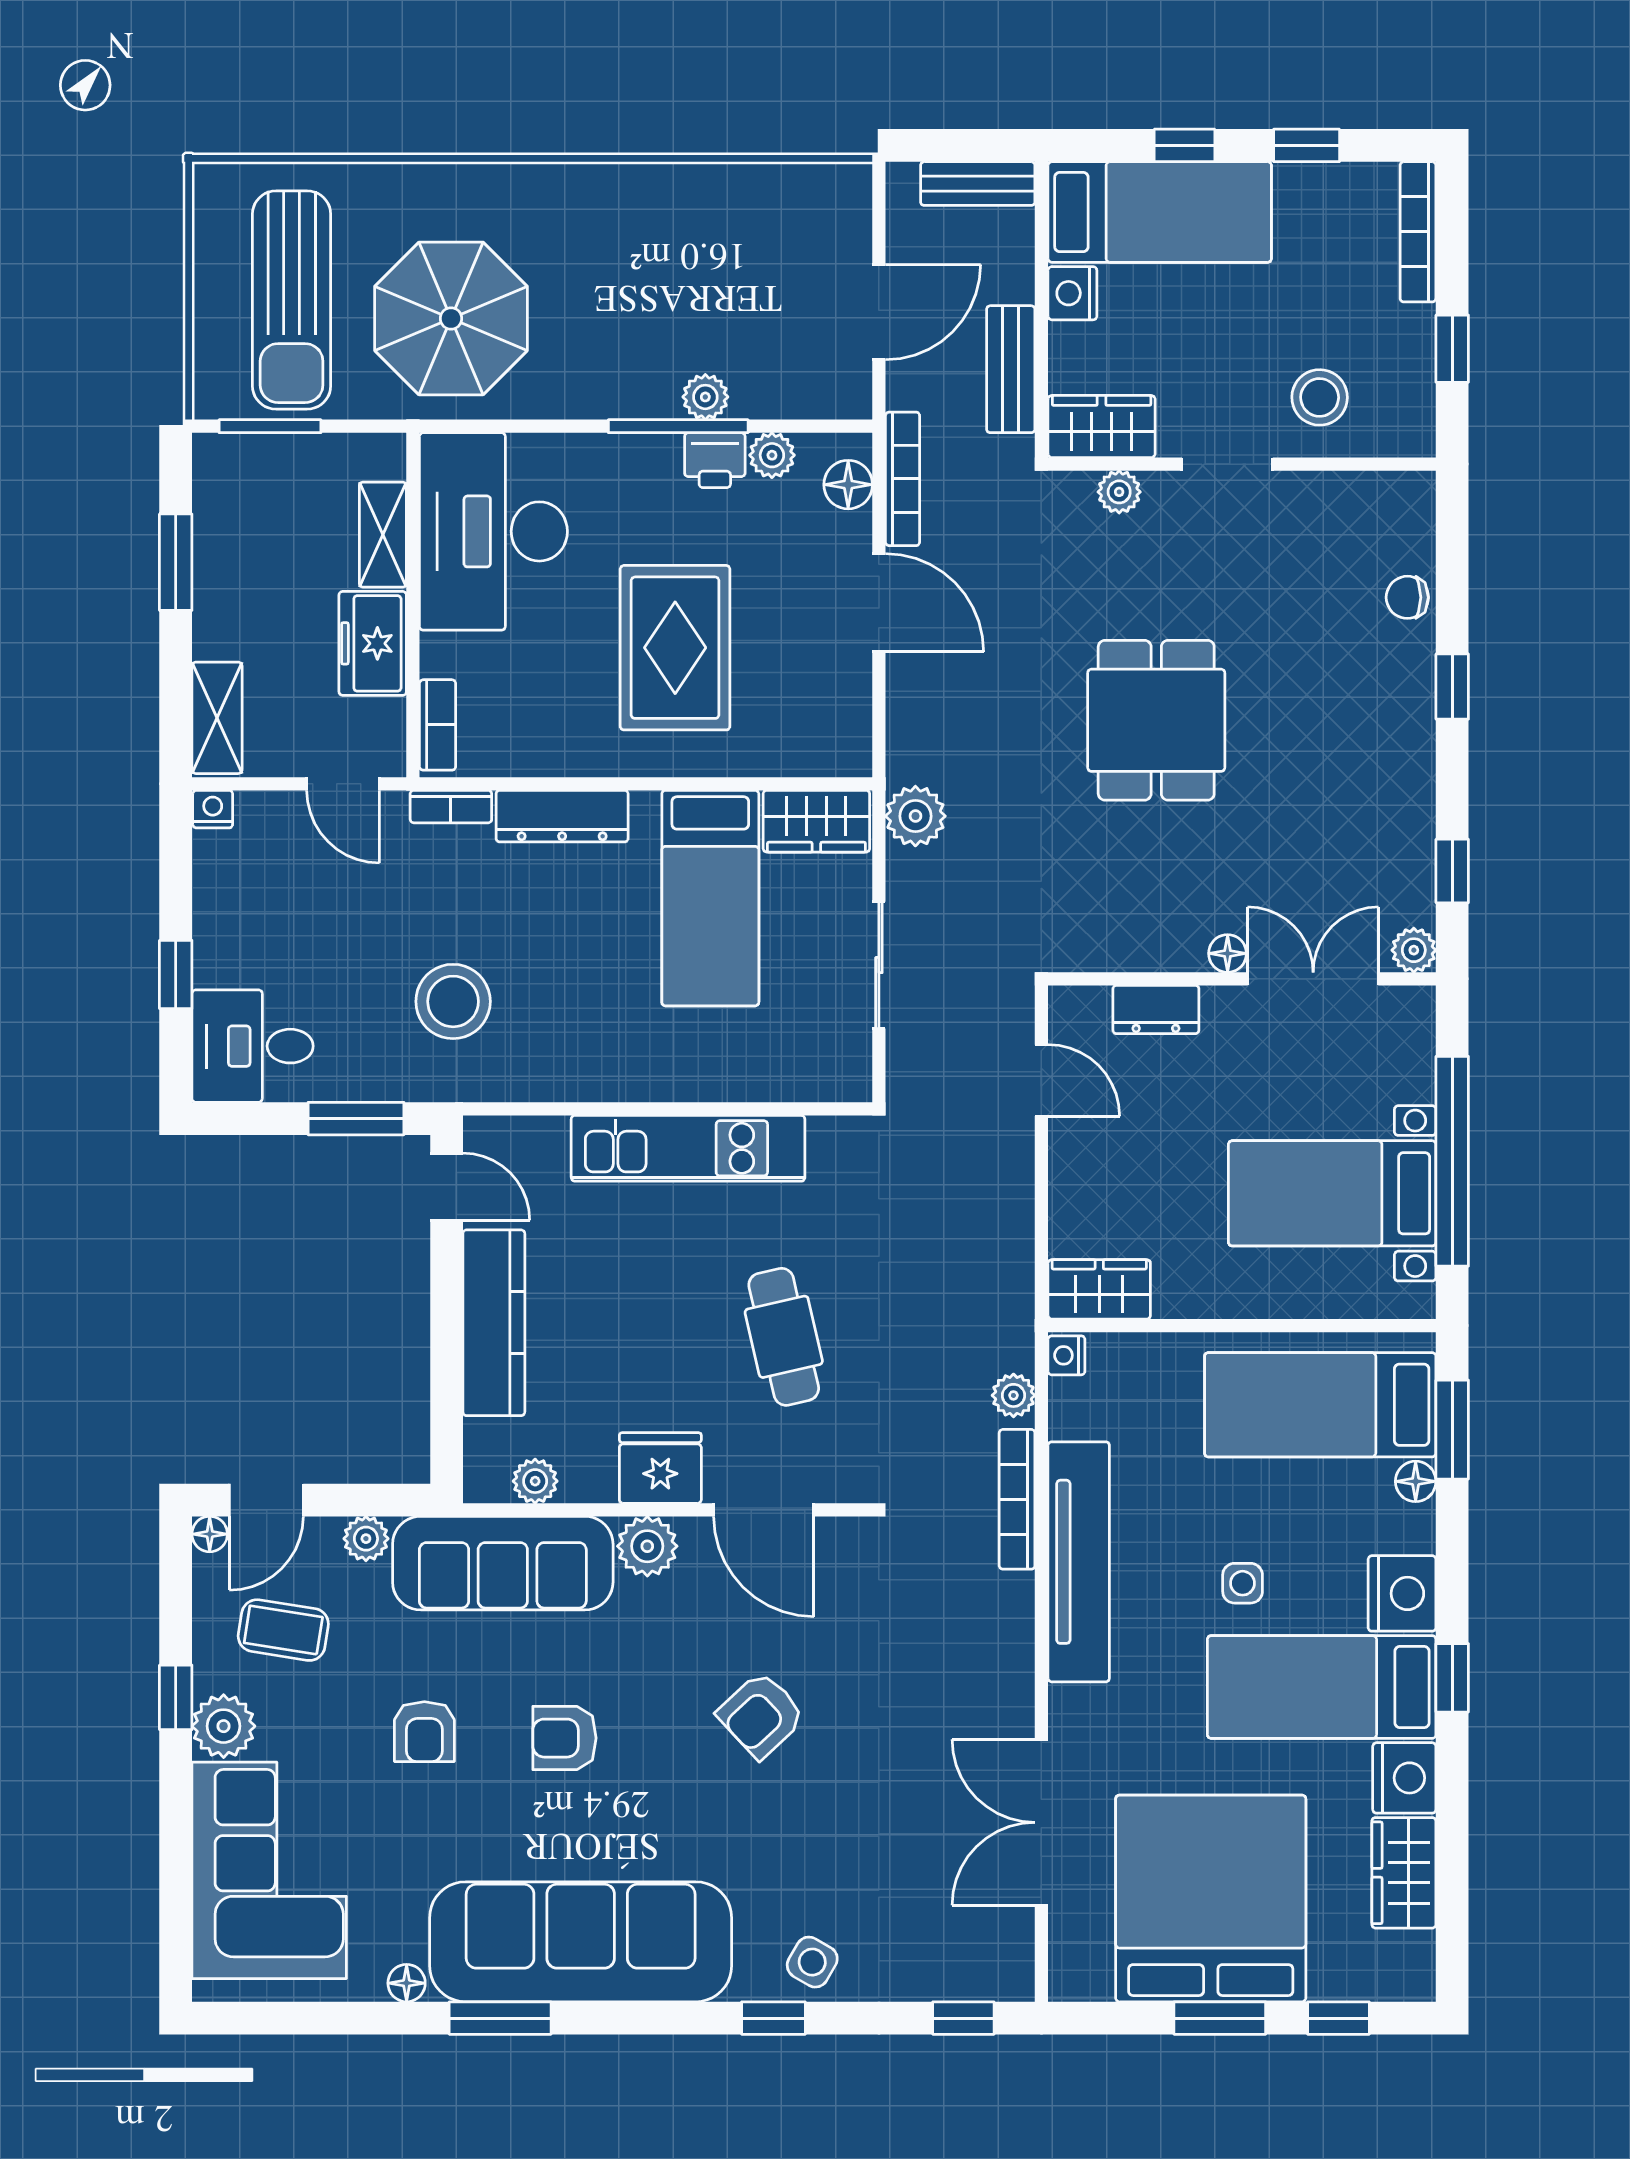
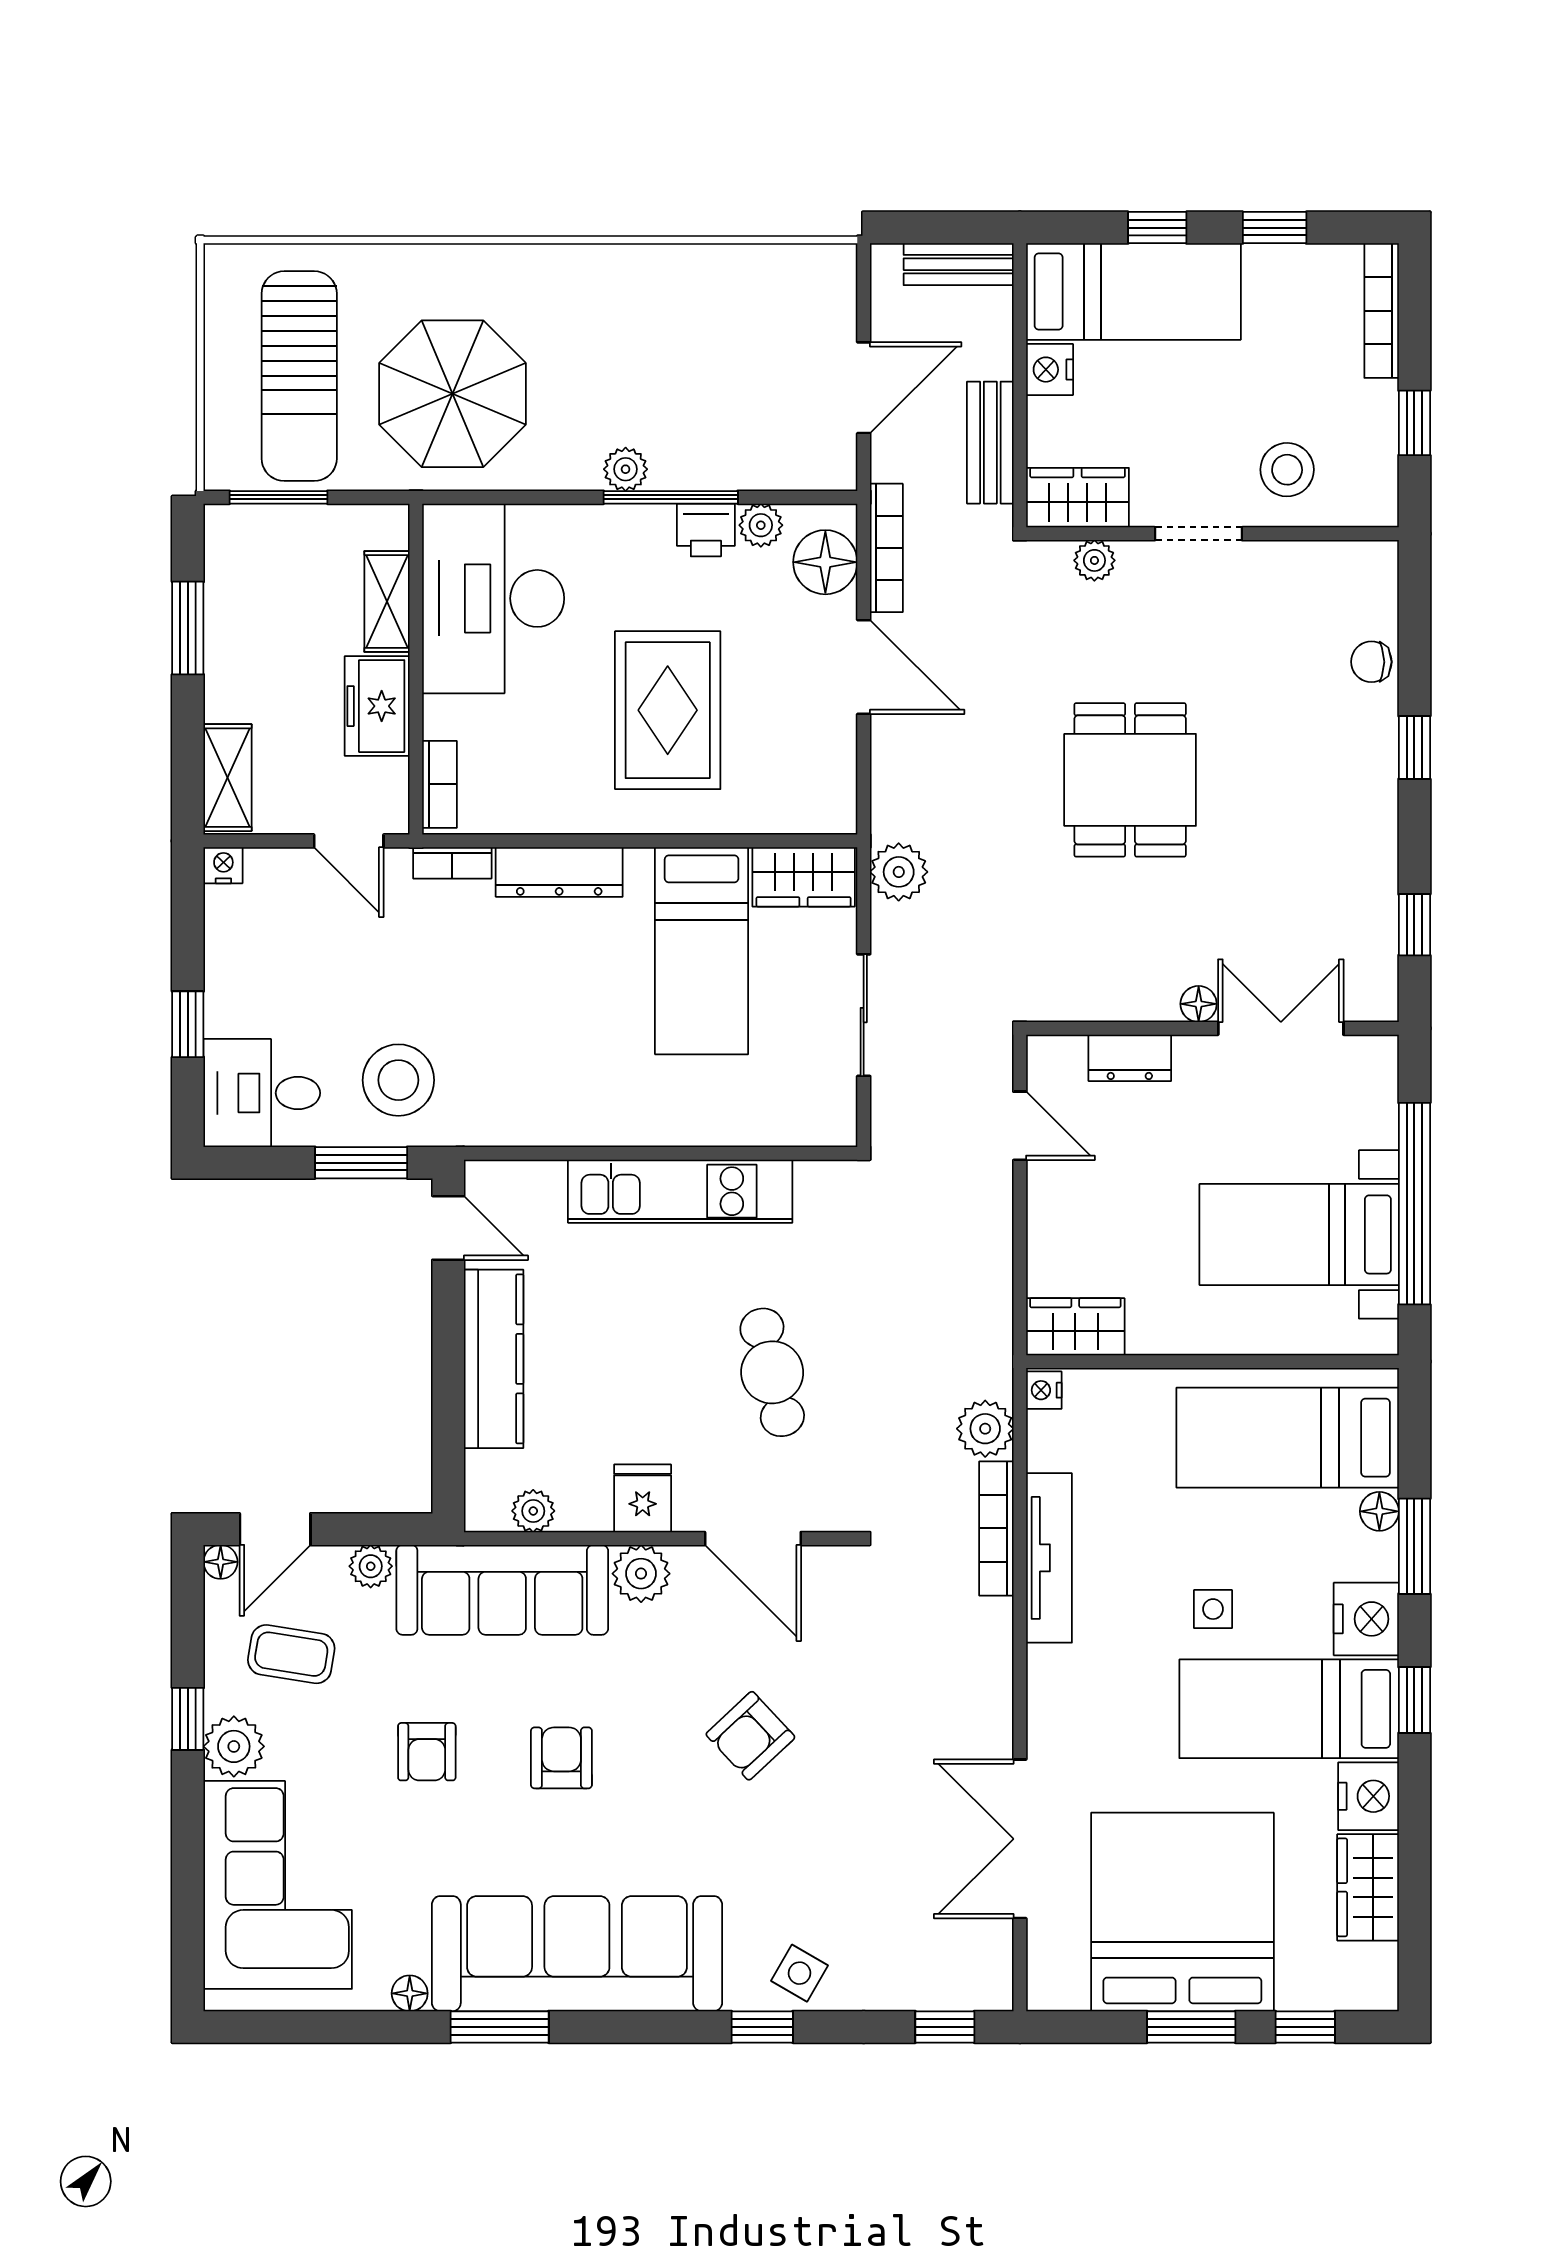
plant: (705, 397) -> (626, 469), moved
floor lamp: (848, 485) -> (825, 562), width x1.38, depth x1.38
plant: (1414, 950) -> (1378, 1001), removed
stool: (453, 1001) -> (398, 1080), moved
plant: (1013, 1395) -> (985, 1429), width x1.38, depth x1.38
window: (1452, 1430) -> (1414, 1546), moved
fridge: (660, 1468) -> (643, 1498), width x0.72
tv unit: (1079, 1562) -> (1049, 1558), width x0.73, depth x0.78
armchair: (564, 1738) -> (561, 1758), turned 90

